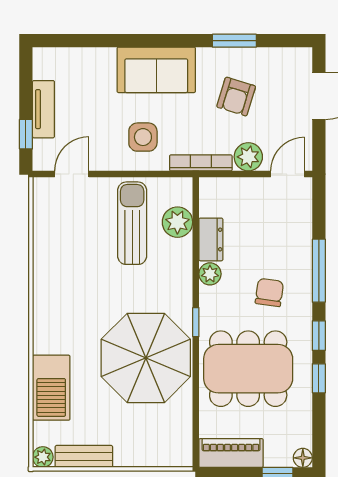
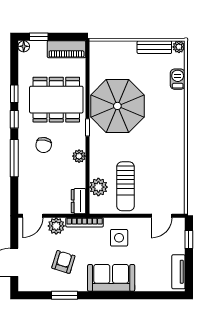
tv unit: (43, 109) -> (178, 272), moved
dresser: (211, 239) -> (79, 201), moved
barbecue: (51, 388) -> (178, 79), width x0.53, depth x0.65

